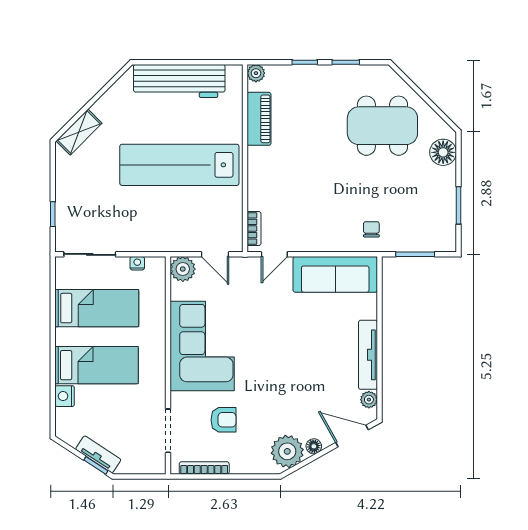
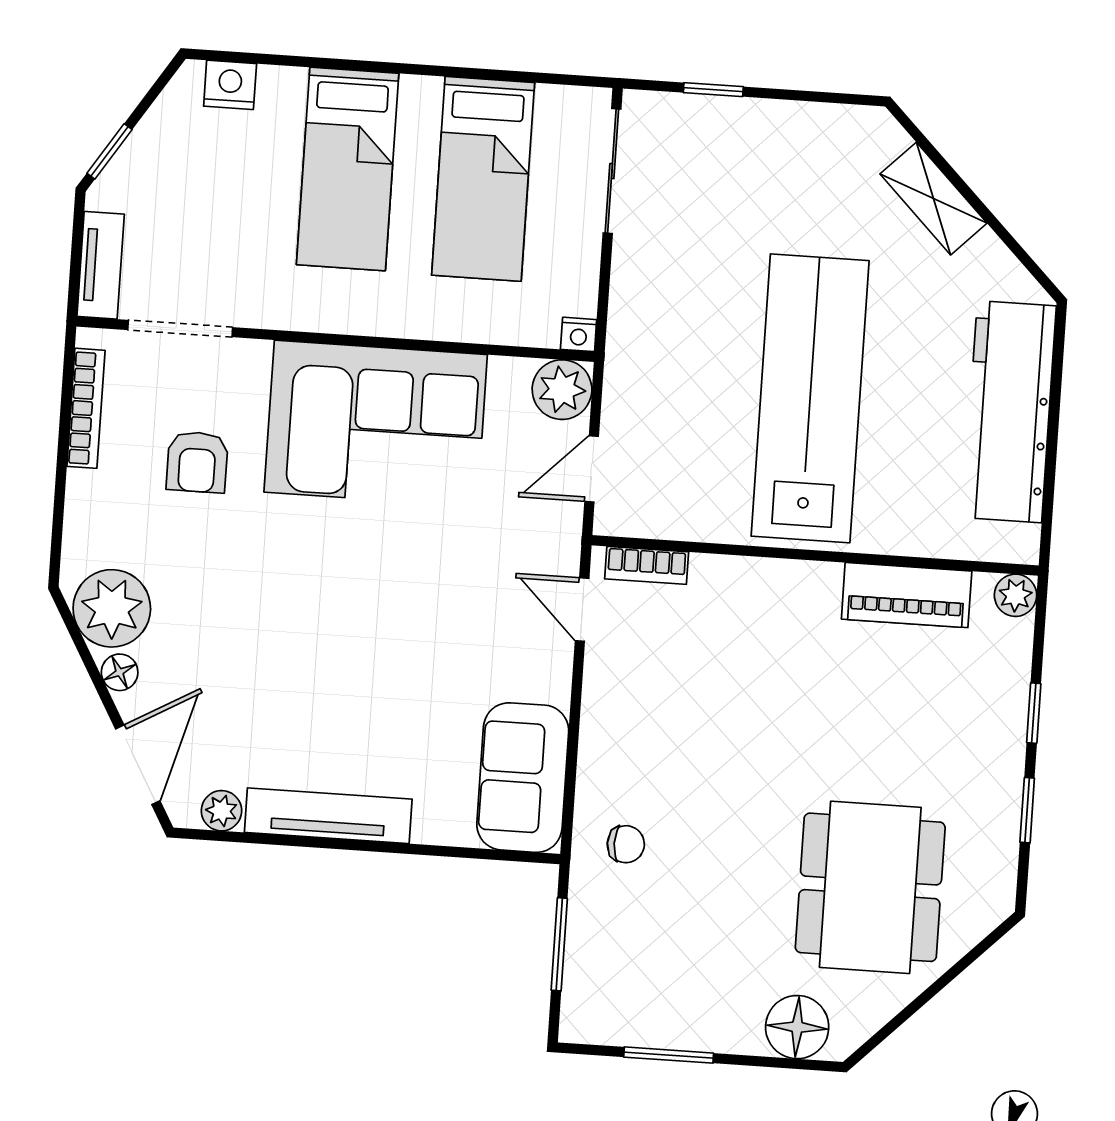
shelving: (79, 132) -> (933, 199), moved
nightstand: (137, 263) -> (579, 334), moved, turned 90
sofa: (335, 274) -> (523, 778), width x0.73
nightstand: (65, 396) -> (230, 85), moved
tv unit: (98, 454) -> (101, 265), moved, turned -33

